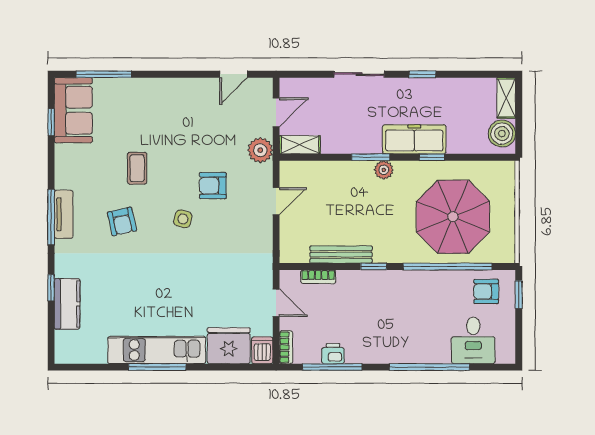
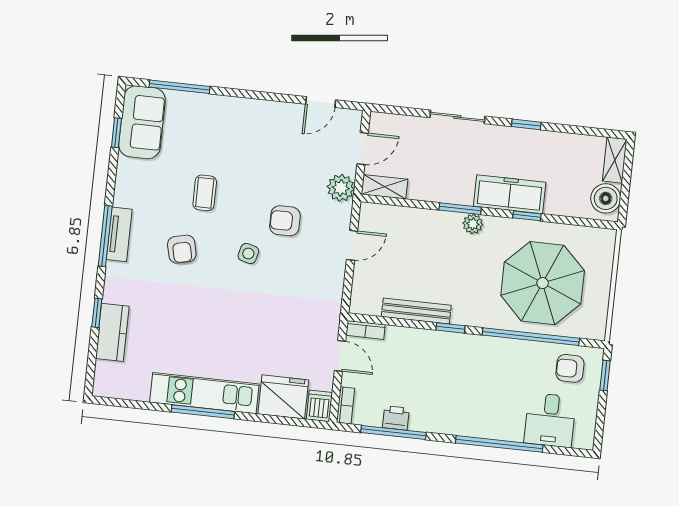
bookcase: (318, 277) -> (366, 330), moved

